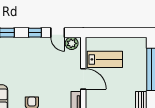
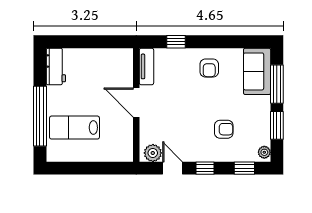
lab bench: (105, 59) -> (74, 128), moved
armchair: (22, 60) -> (224, 129), added

